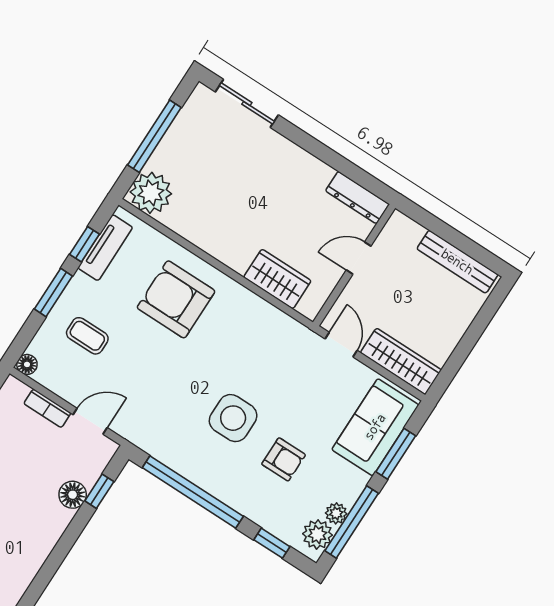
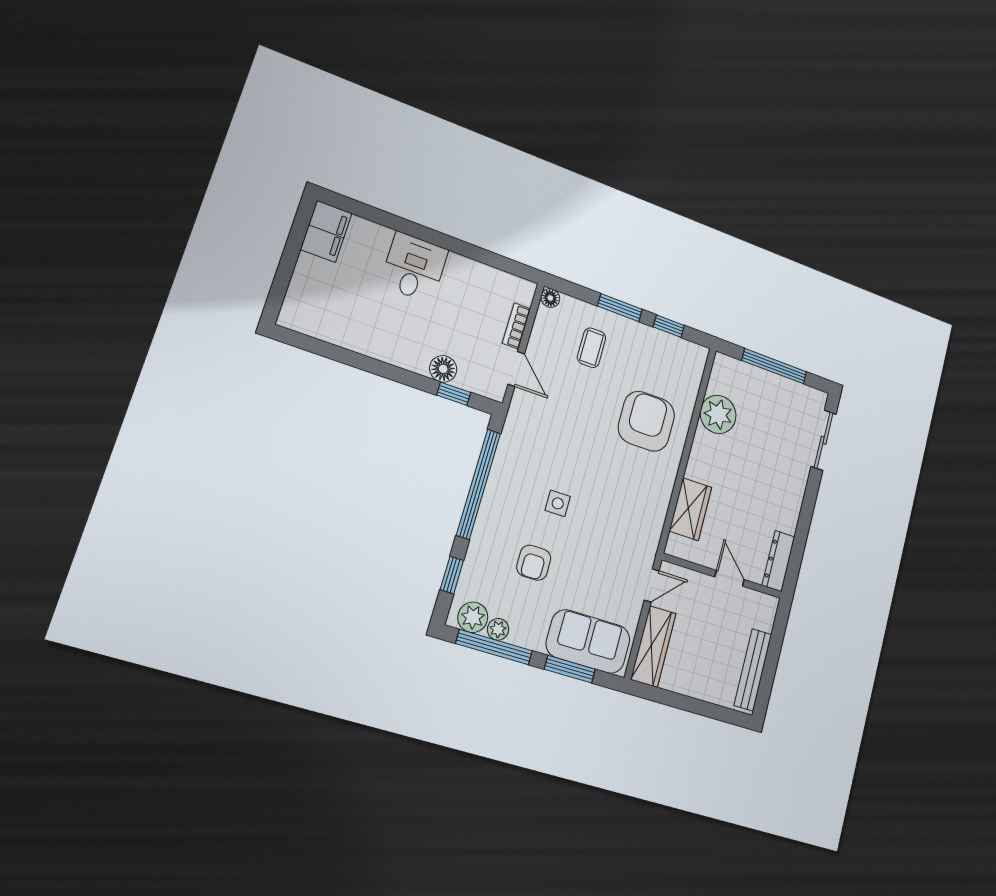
plant: (151, 193) -> (718, 414), moved
tv unit: (105, 248) -> (671, 345), removed
side table: (233, 418) -> (558, 503), width x0.54, depth x0.54

